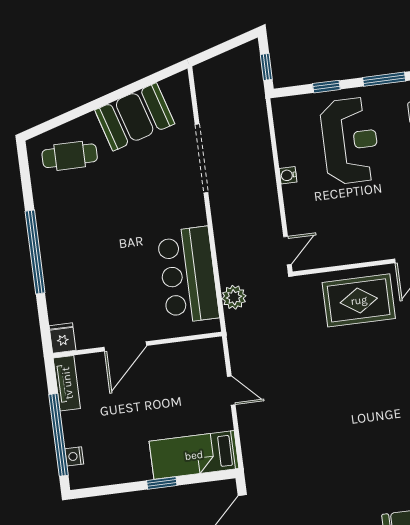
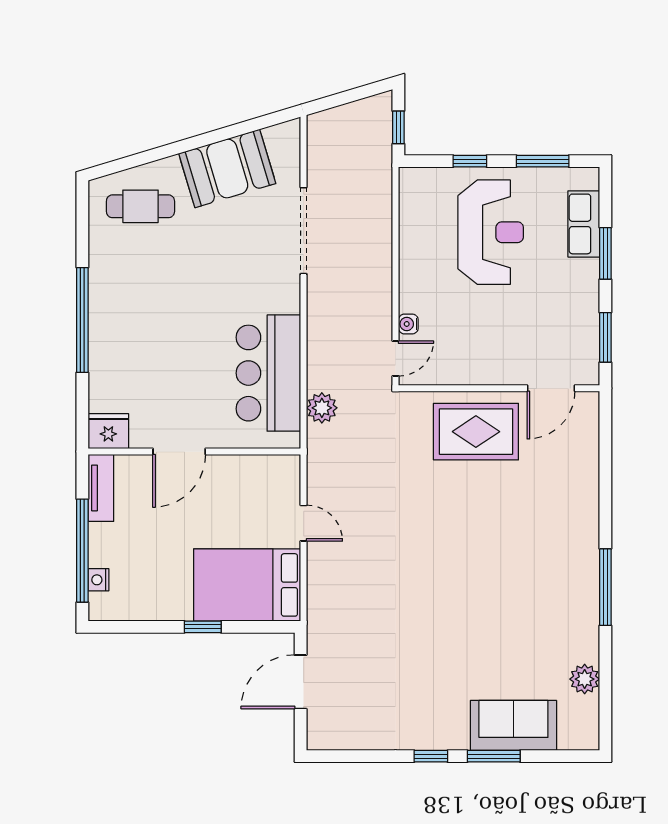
water cooler: (288, 175) -> (408, 324), moved
fridge: (63, 338) -> (108, 431), width x1.38
bed: (194, 455) -> (247, 585), width x1.50

